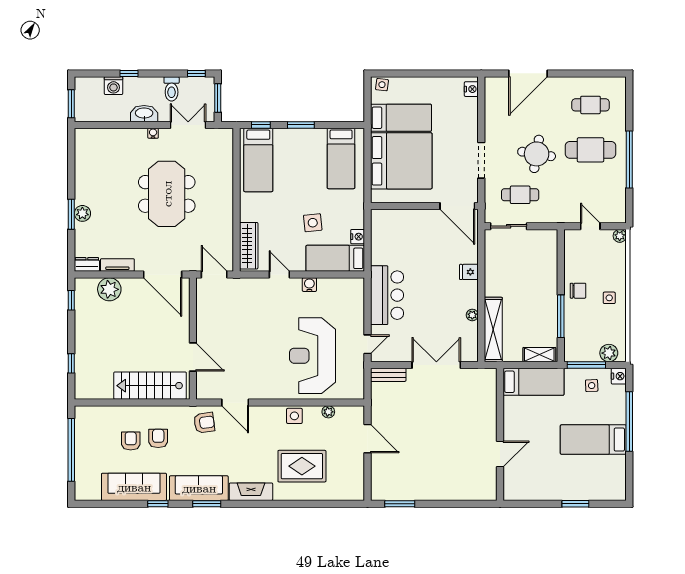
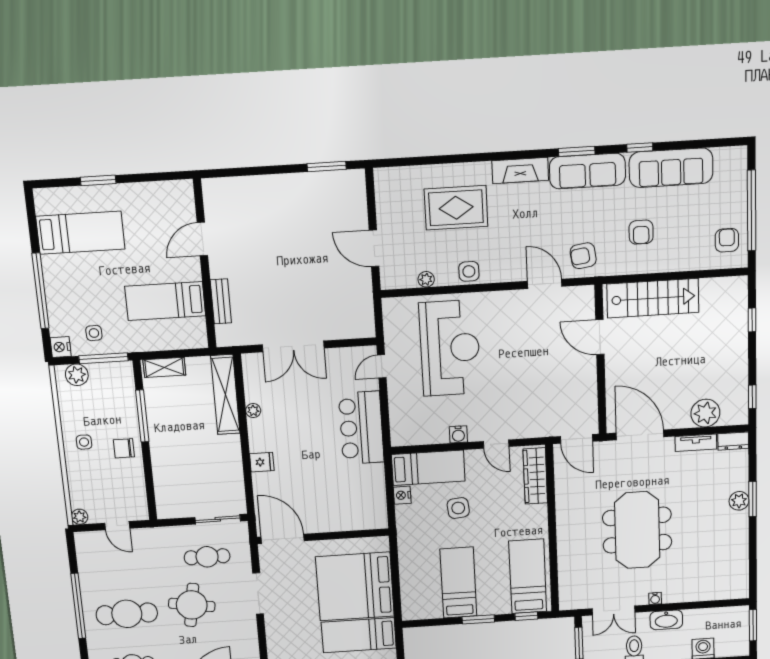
bed: (341, 158) -> (458, 583), moved
bench: (388, 375) -> (221, 301), moved, turned 90
bed: (533, 382) -> (165, 301), moved
bed: (593, 440) -> (80, 233), moved
armchair: (131, 441) -> (727, 240), moved, turned 180

